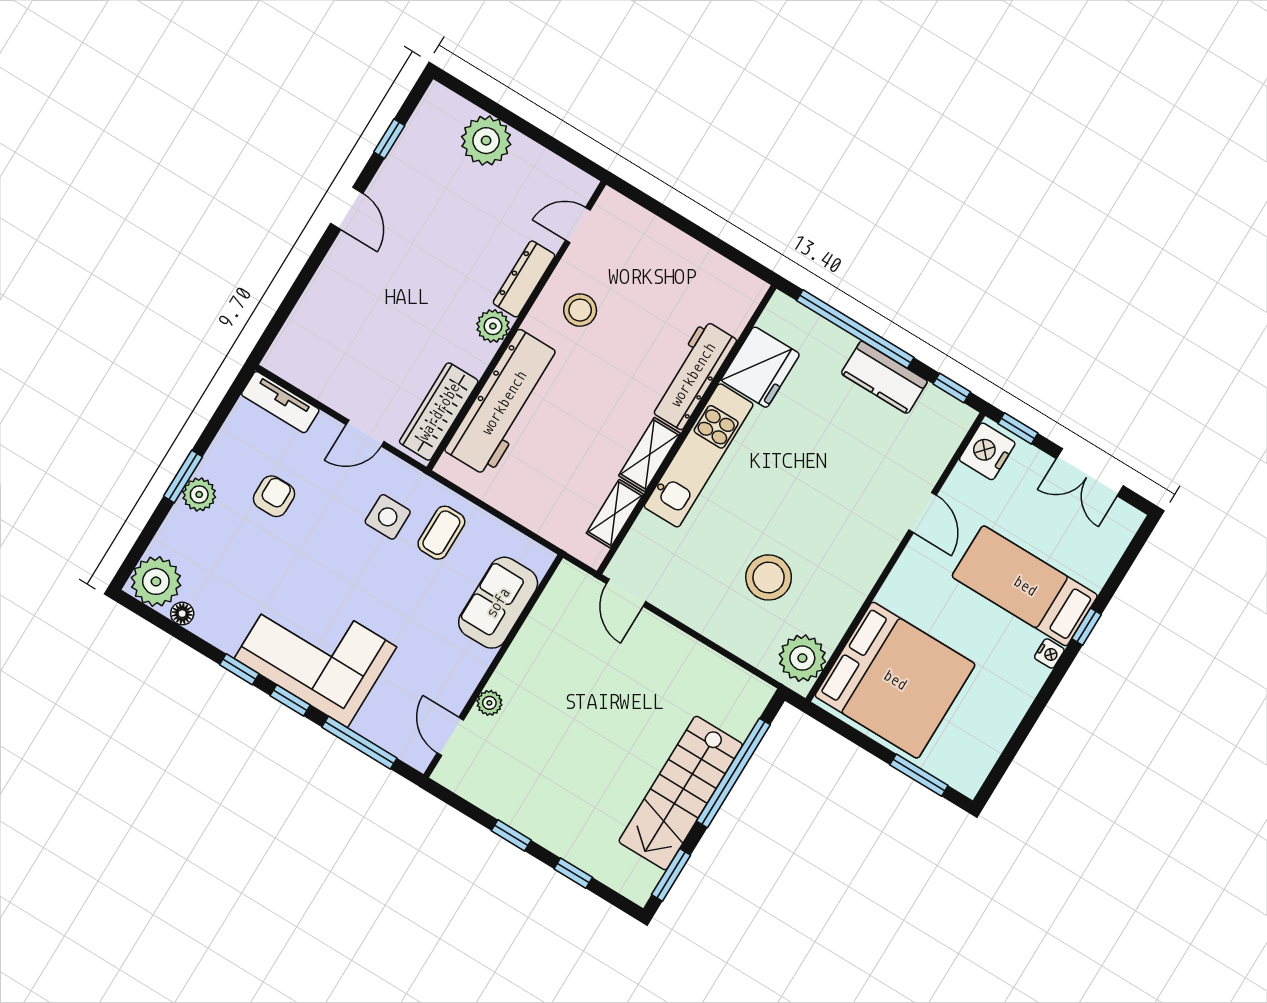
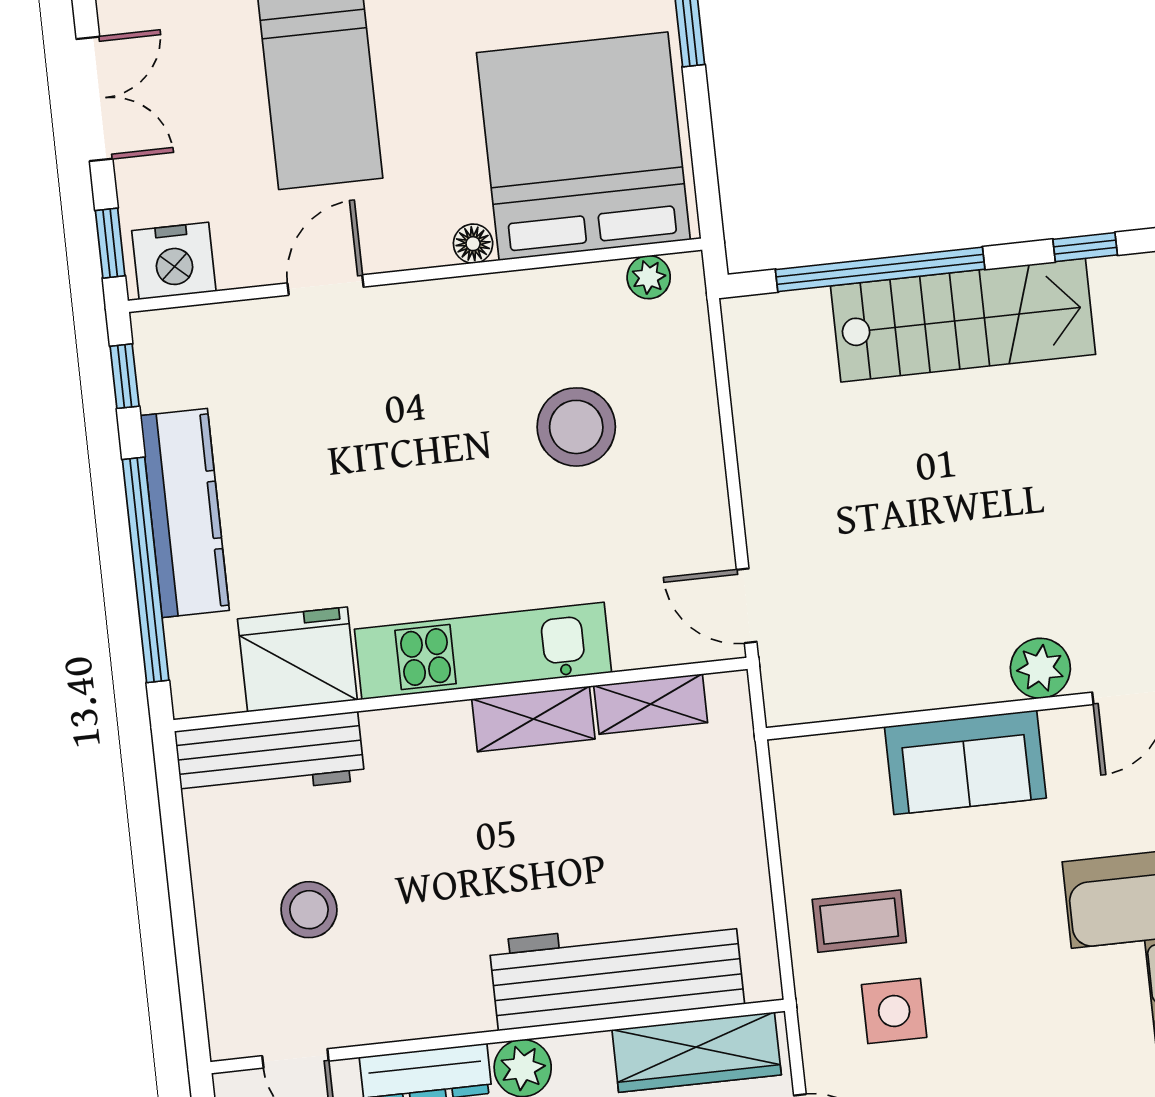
stool: (580, 310) -> (309, 910), moved
workbench: (693, 375) -> (270, 756), moved
kitchen counter: (884, 377) -> (185, 513), width x1.50
door: (626, 593) -> (747, 606), swing flipped
floor lamp: (889, 595) -> (473, 244), added
sofa: (498, 603) -> (965, 762), moved
plant: (802, 658) -> (649, 277), width x0.53, depth x0.53
plant: (489, 703) -> (1040, 668), width x1.38, depth x1.38
window: (671, 875) -> (1085, 247), width x0.67

